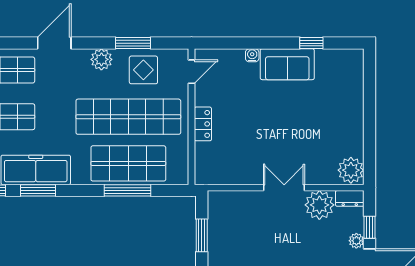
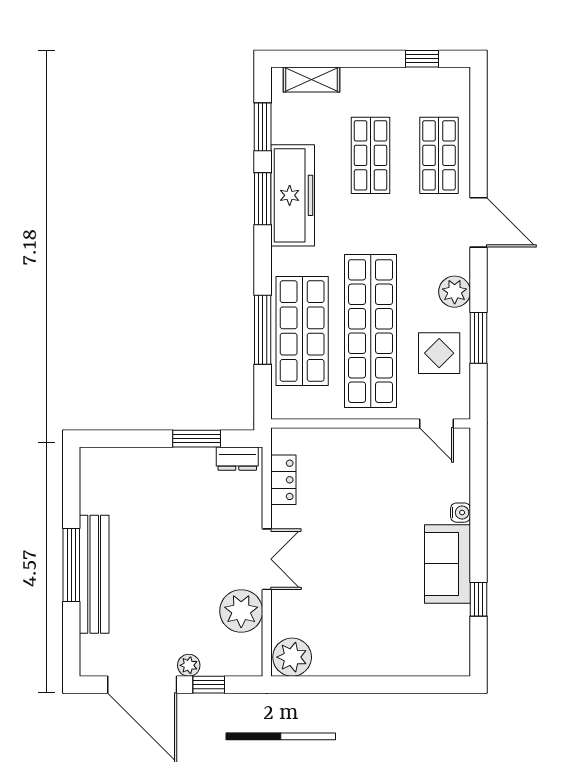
locker: (203, 124) -> (283, 480), moved, turned -90
dresser: (350, 198) -> (237, 459), moved, turned -90

